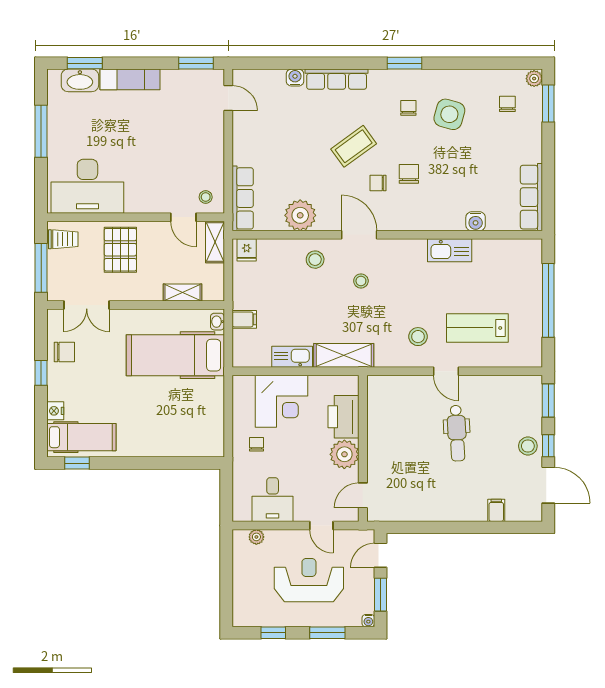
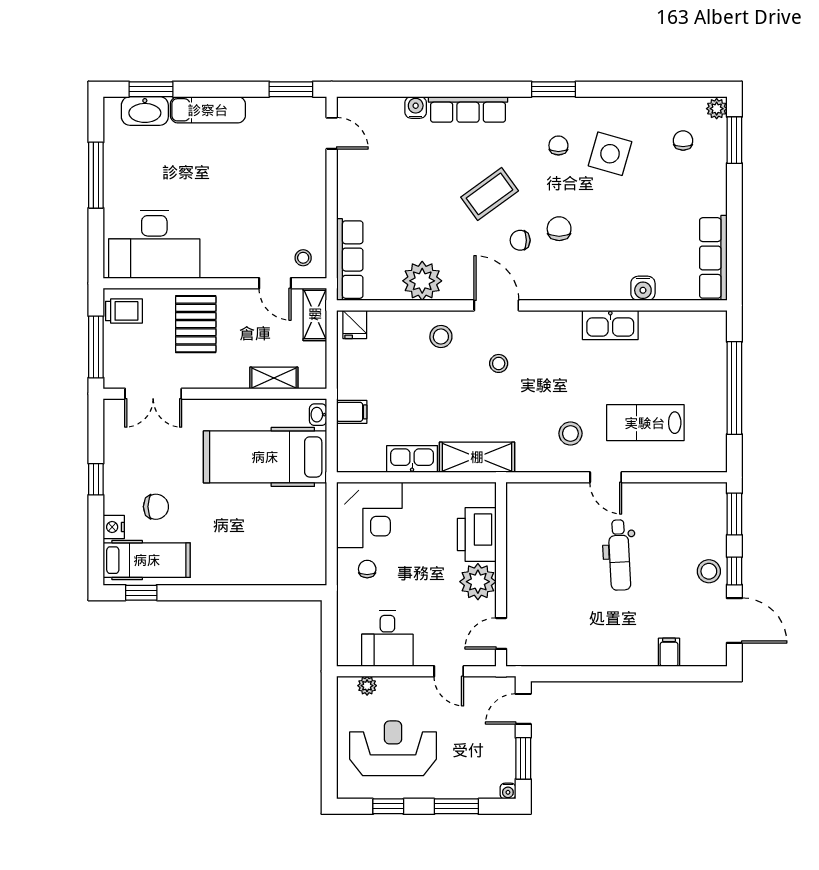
chair: (64, 352) -> (156, 507), moved
corner desk: (281, 401) -> (369, 515), moved
reception desk: (309, 580) -> (393, 748), moved

